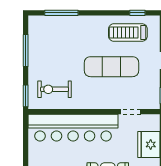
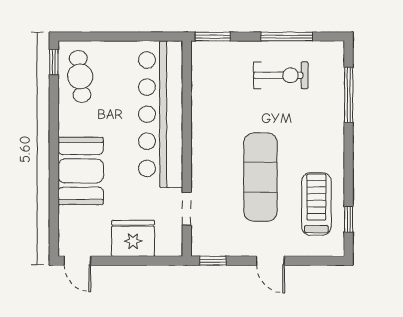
exercise bike: (55, 89) -> (281, 75), moved, turned 90

